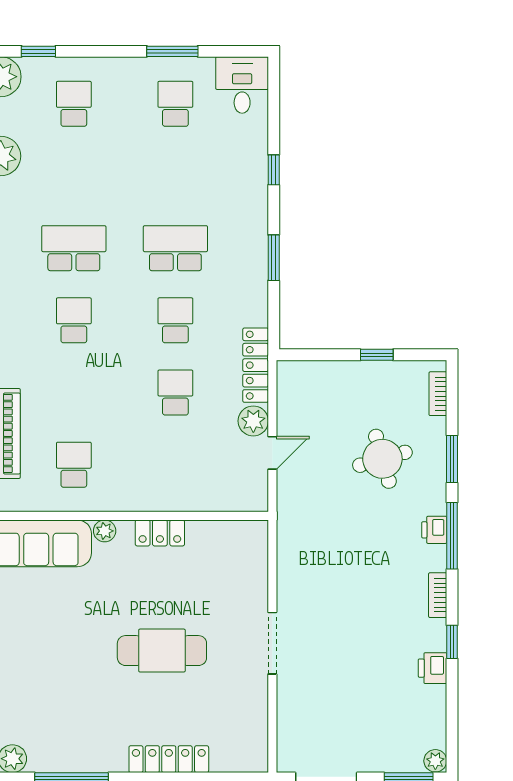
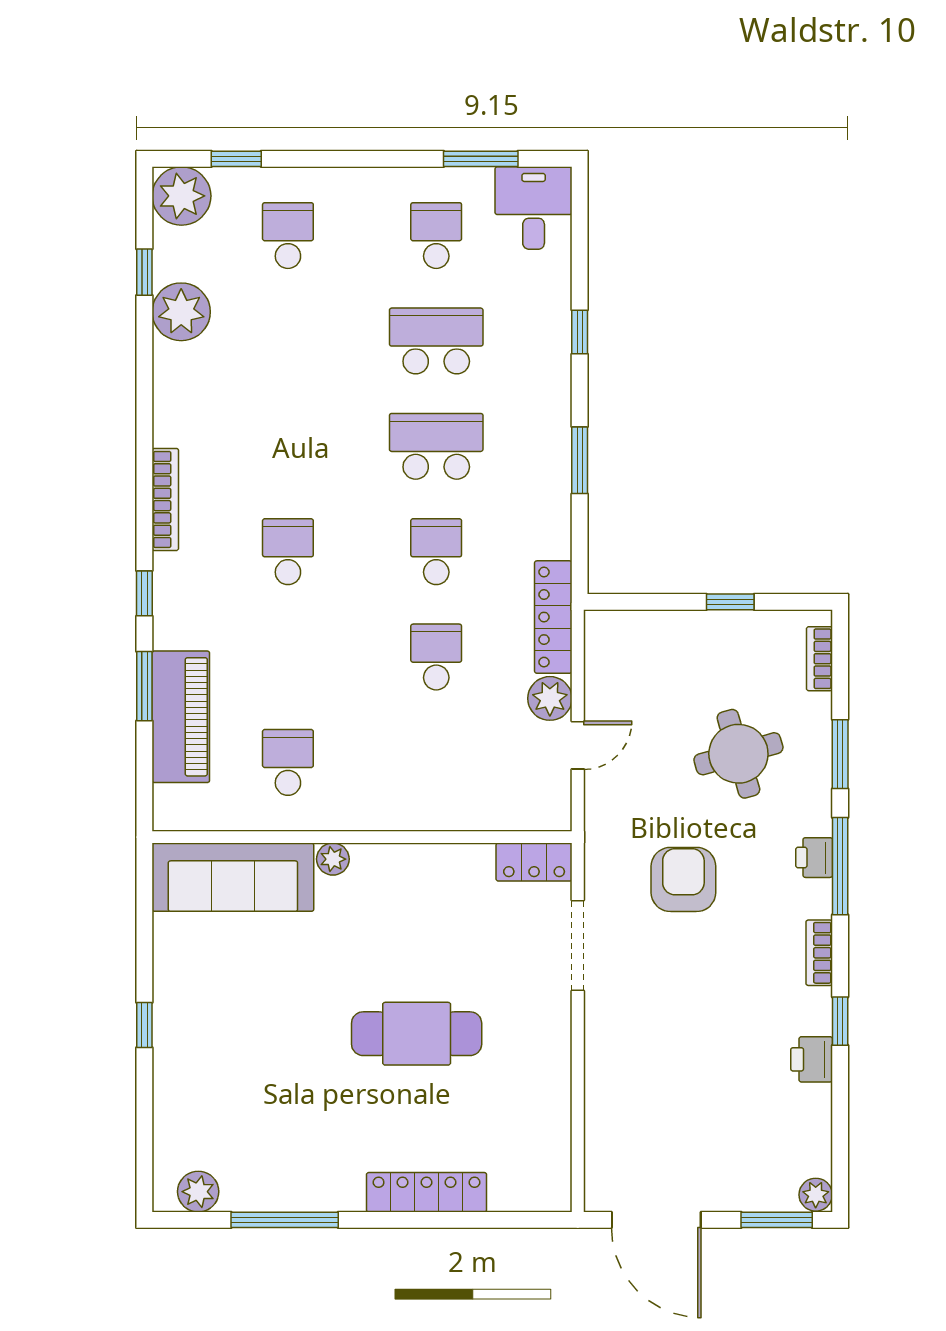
window: (172, 51) -> (481, 159), moved
school desk: (74, 248) -> (436, 341), moved
locker: (160, 533) -> (534, 862), moved
armchair: (345, 545) -> (683, 879), added
doorway: (272, 643) -> (578, 945), moved

